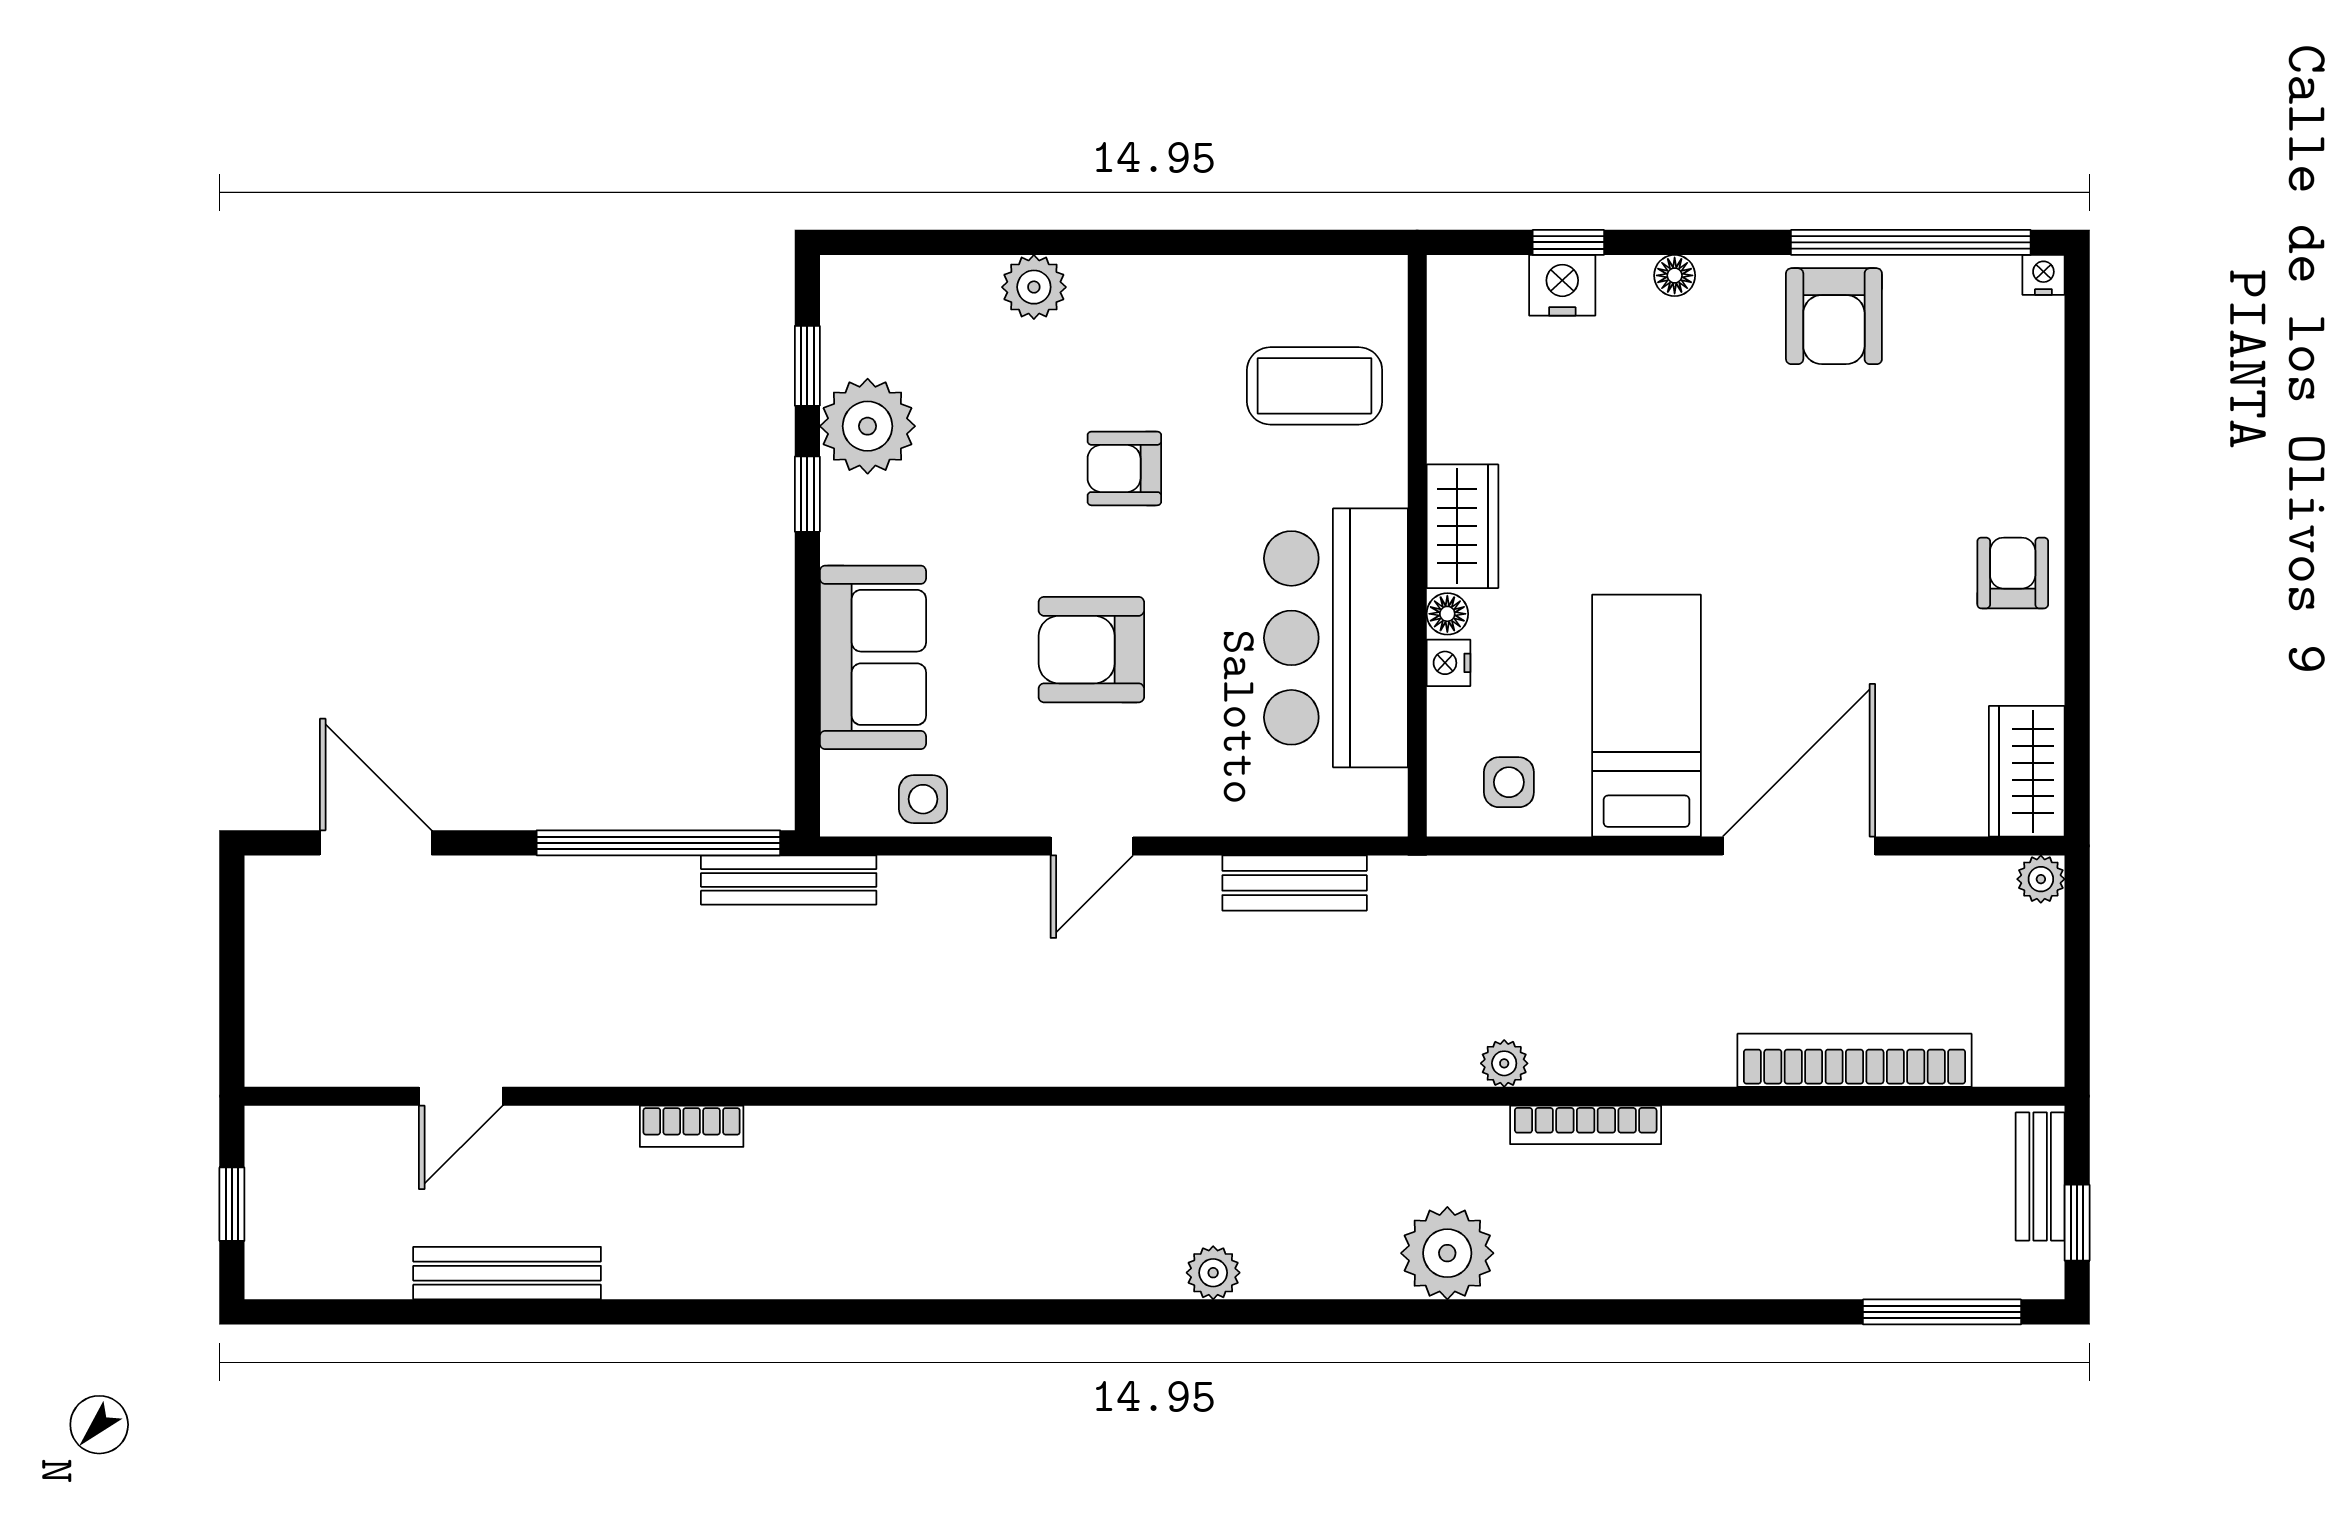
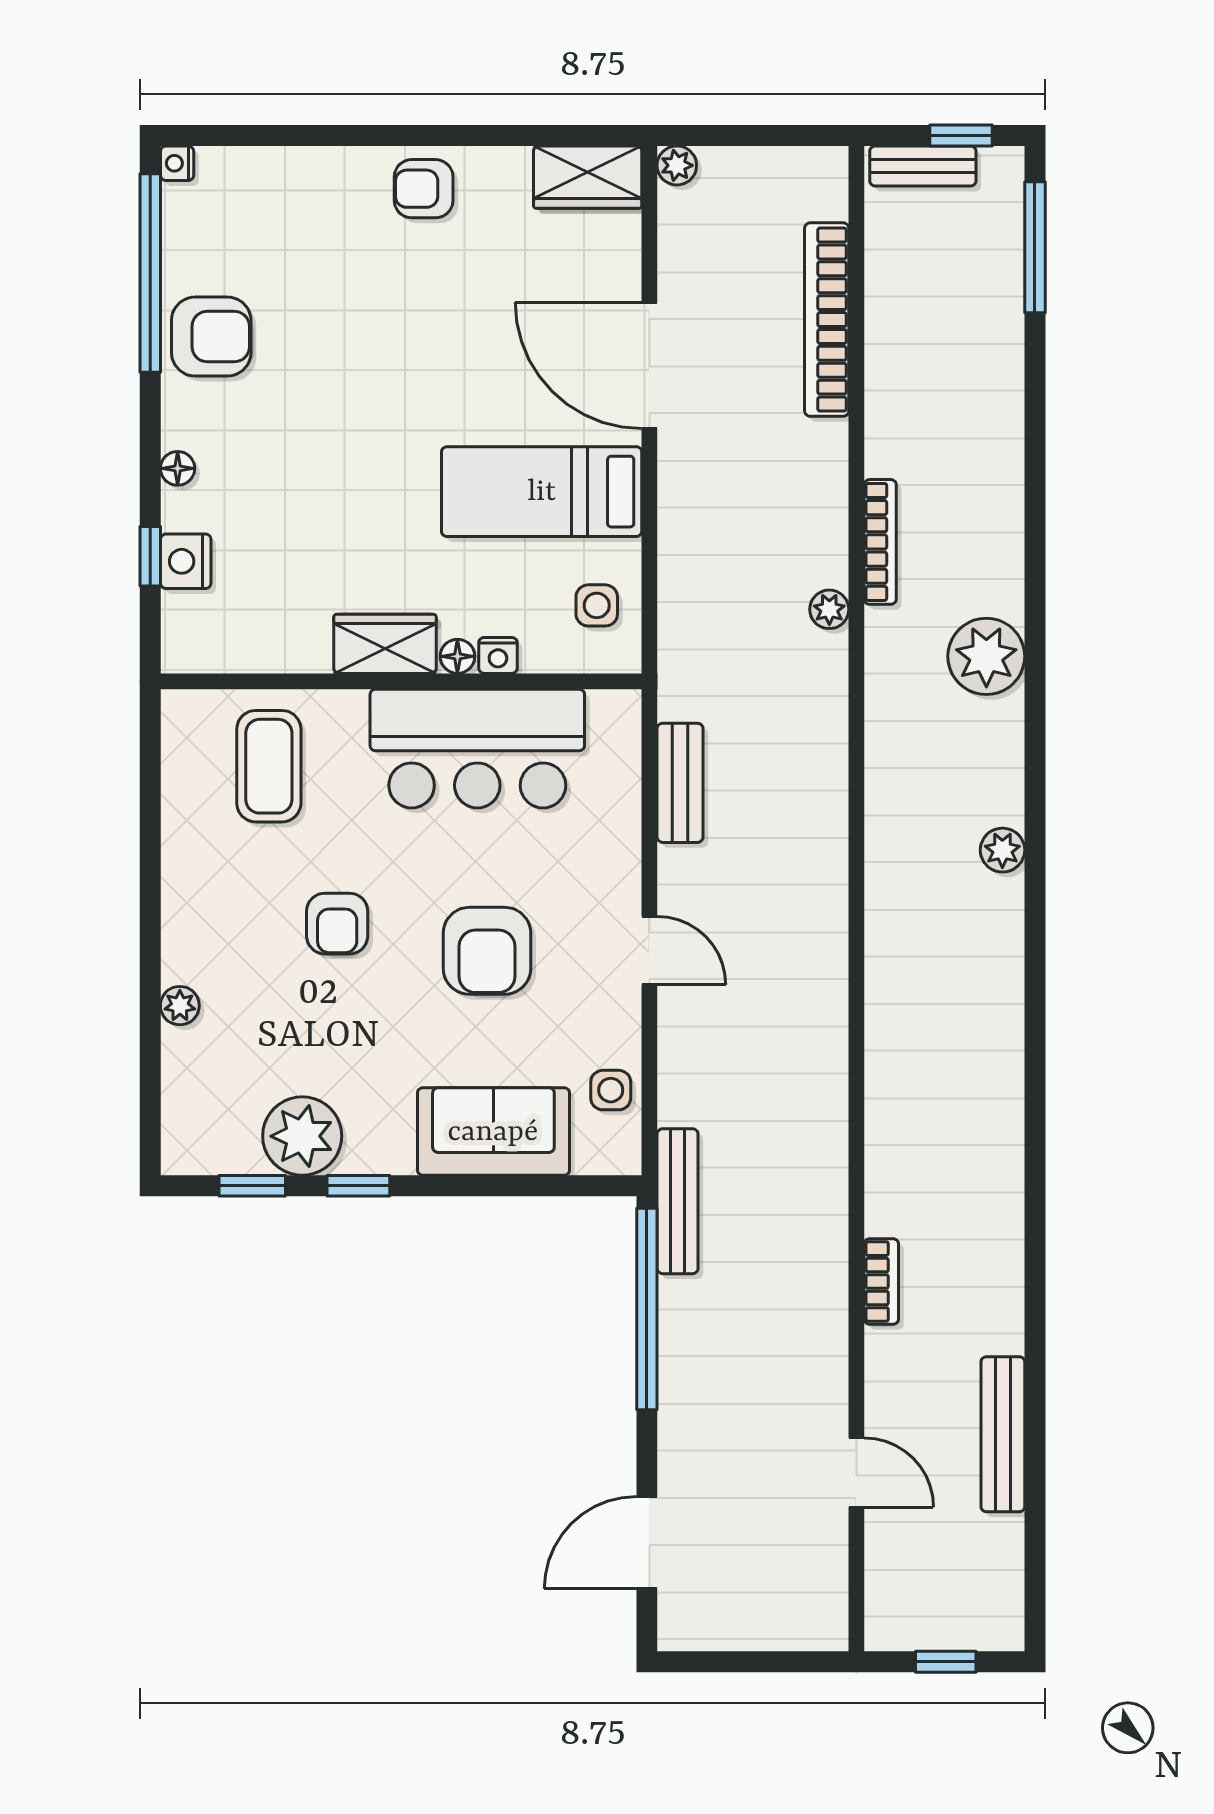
plant: (1034, 287) -> (180, 1006), width x0.73, depth x0.73

